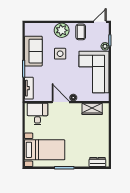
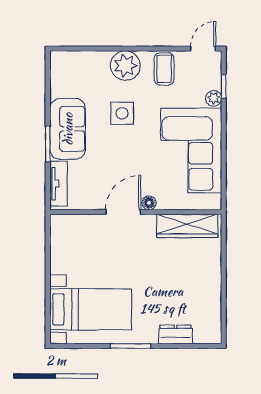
sofa: (33, 51) -> (68, 129), moved
door: (61, 102) -> (123, 212), hinge flipped
wardrobe: (92, 109) -> (187, 226), width x1.50
desk: (37, 114) -> (76, 236), removed
dresser: (97, 162) -> (176, 334), moved

